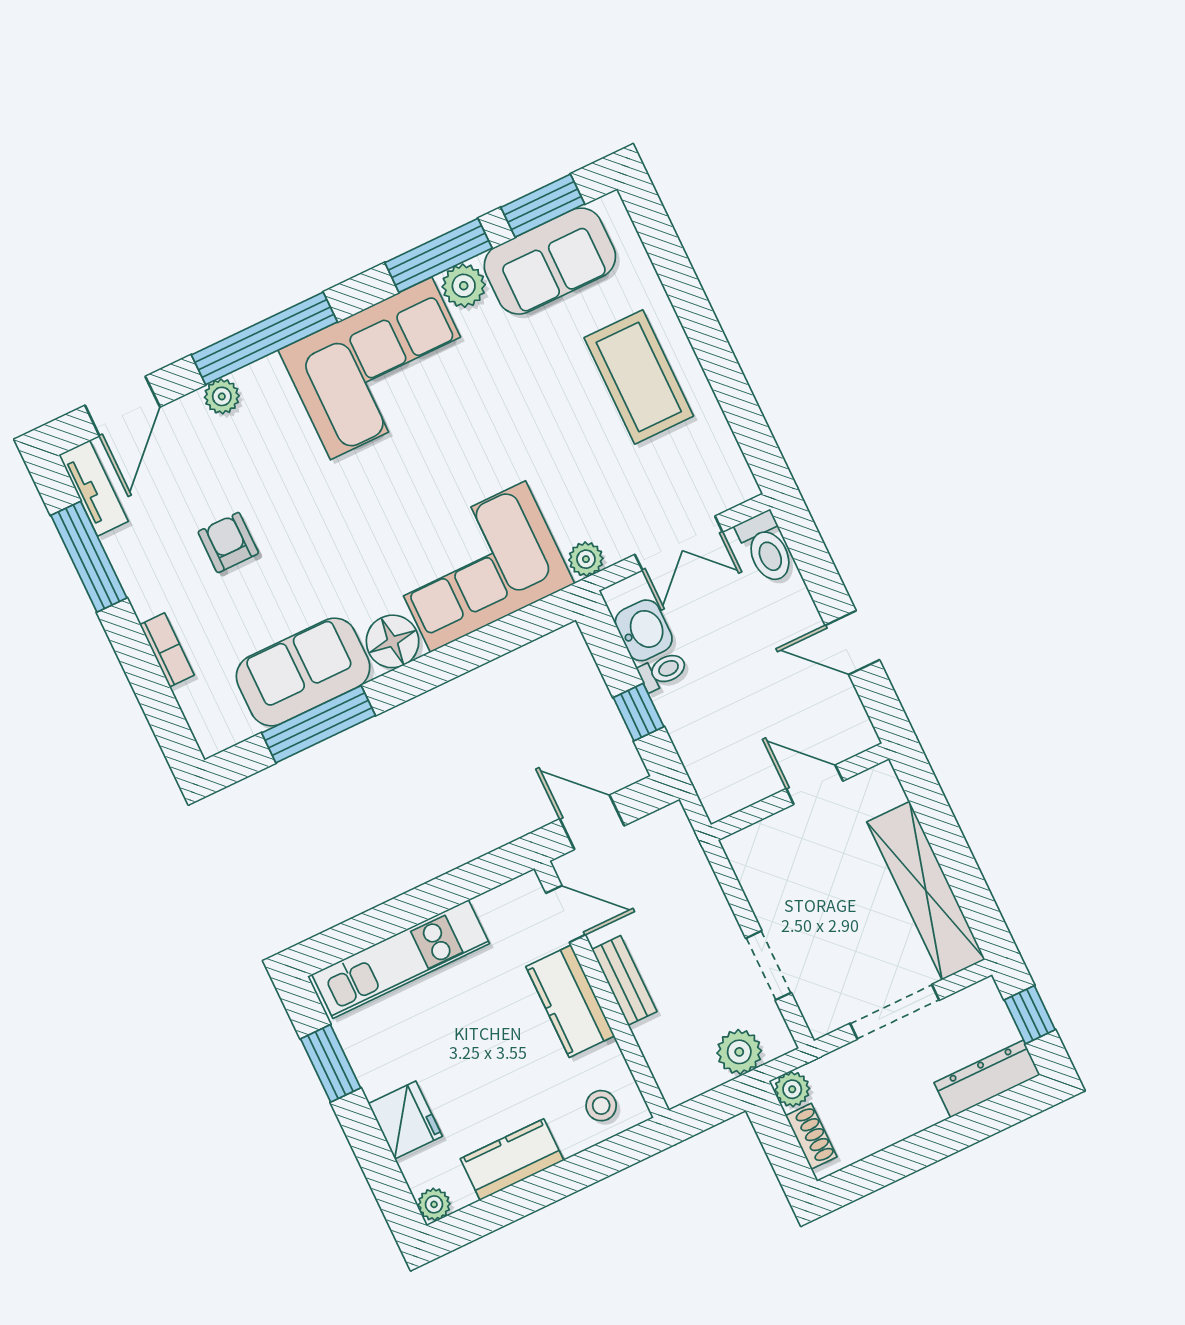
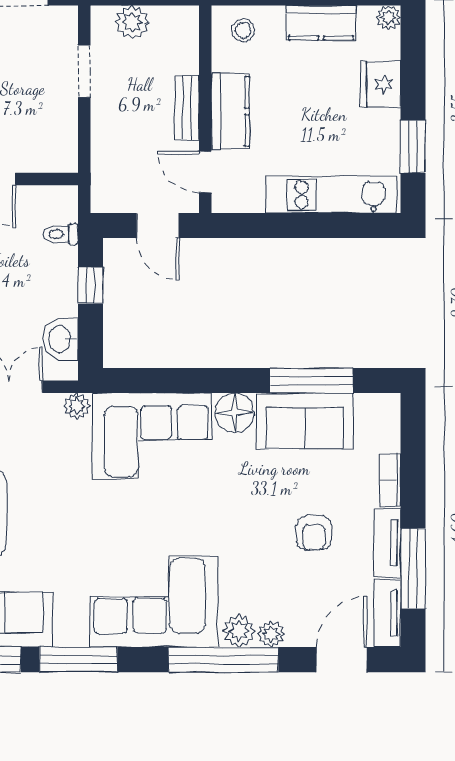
plant: (464, 286) -> (239, 631), moved
tv unit: (134, 573) -> (387, 543), added
toilet: (663, 671) -> (61, 234), moved

